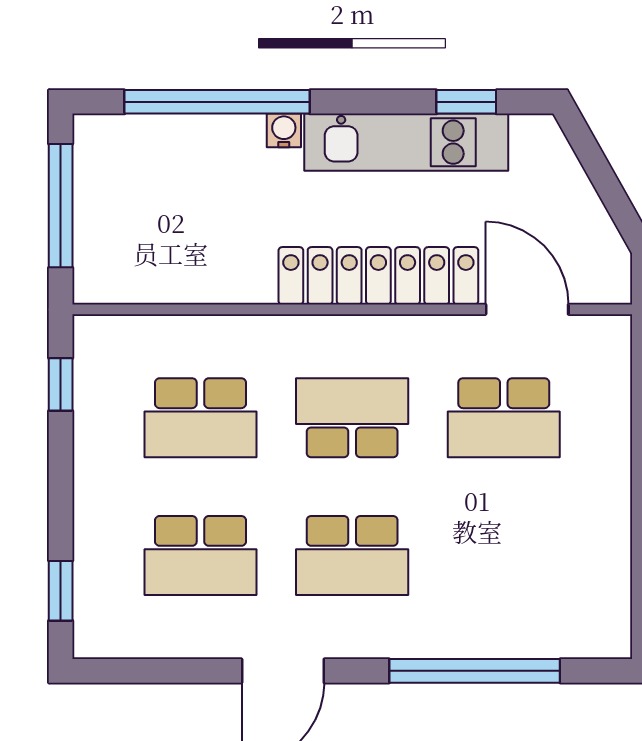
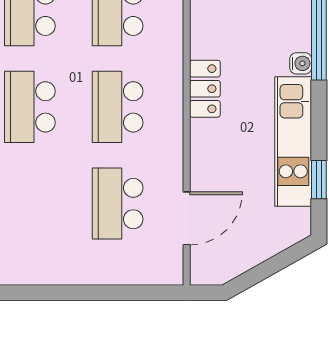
locker: (378, 276) -> (205, 89), width x0.46, depth x0.83
school desk: (352, 418) -> (118, 107), turned 180

